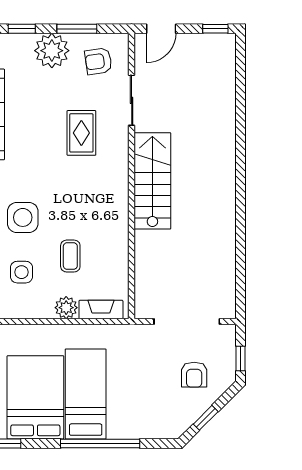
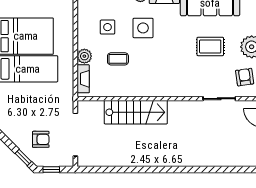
rug: (81, 133) -> (210, 46), moved
stairs: (152, 181) -> (136, 112), moved
armchair: (194, 375) -> (41, 139), turned 180
window: (206, 418) -> (23, 157), moved

